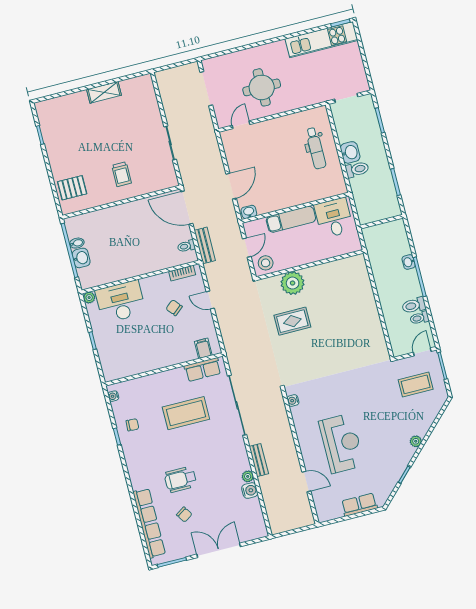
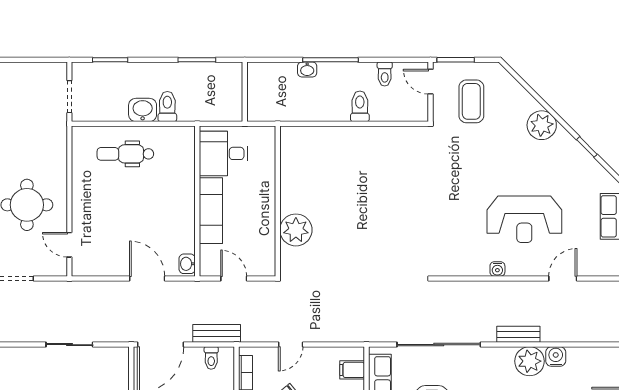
dental chair: (316, 148) -> (125, 154), turned 180
stool: (266, 263) -> (260, 259), removed
toilet: (414, 305) -> (360, 106), moved, turned 180
rug: (292, 321) -> (346, 243), removed
water cooler: (293, 401) -> (497, 269), moved
plant: (416, 441) -> (542, 125), width x1.88, depth x1.88
reception desk: (342, 443) -> (524, 219), turned 180
plant: (248, 476) -> (529, 361), width x1.87, depth x1.87

